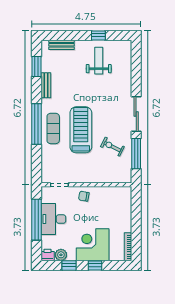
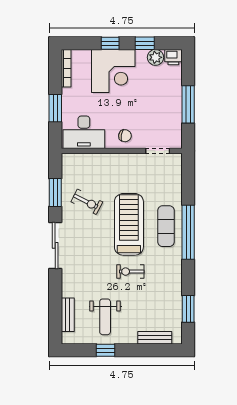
bench: (46, 85) -> (68, 315), moved
exercise bike: (80, 94) -> (130, 272), added
treadmill: (81, 130) -> (129, 224), turned 180
window: (136, 154) -> (55, 192), width x0.69
window: (136, 217) -> (55, 108), added
desk: (53, 219) -> (84, 132), moved, turned 90
window: (37, 220) -> (188, 104), width x0.68

